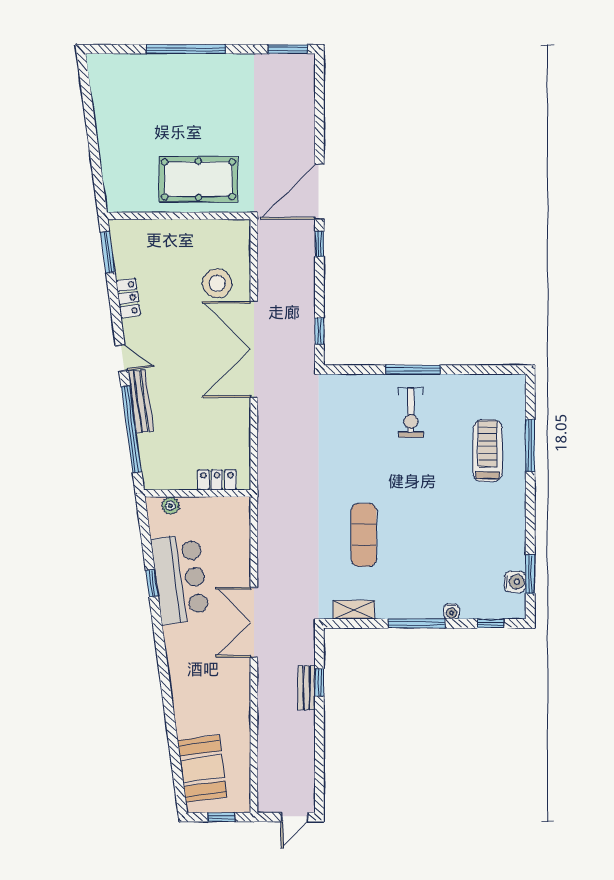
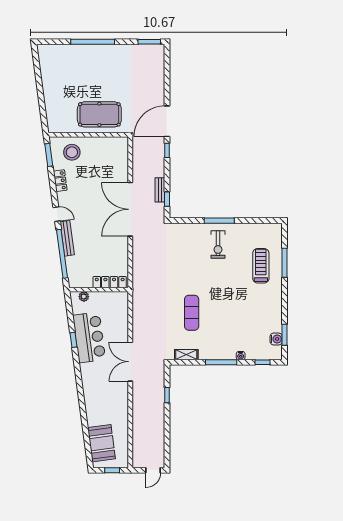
stool: (217, 283) -> (72, 152), moved
locker: (217, 480) -> (110, 282), width x1.53
bench: (307, 688) -> (160, 190), moved

